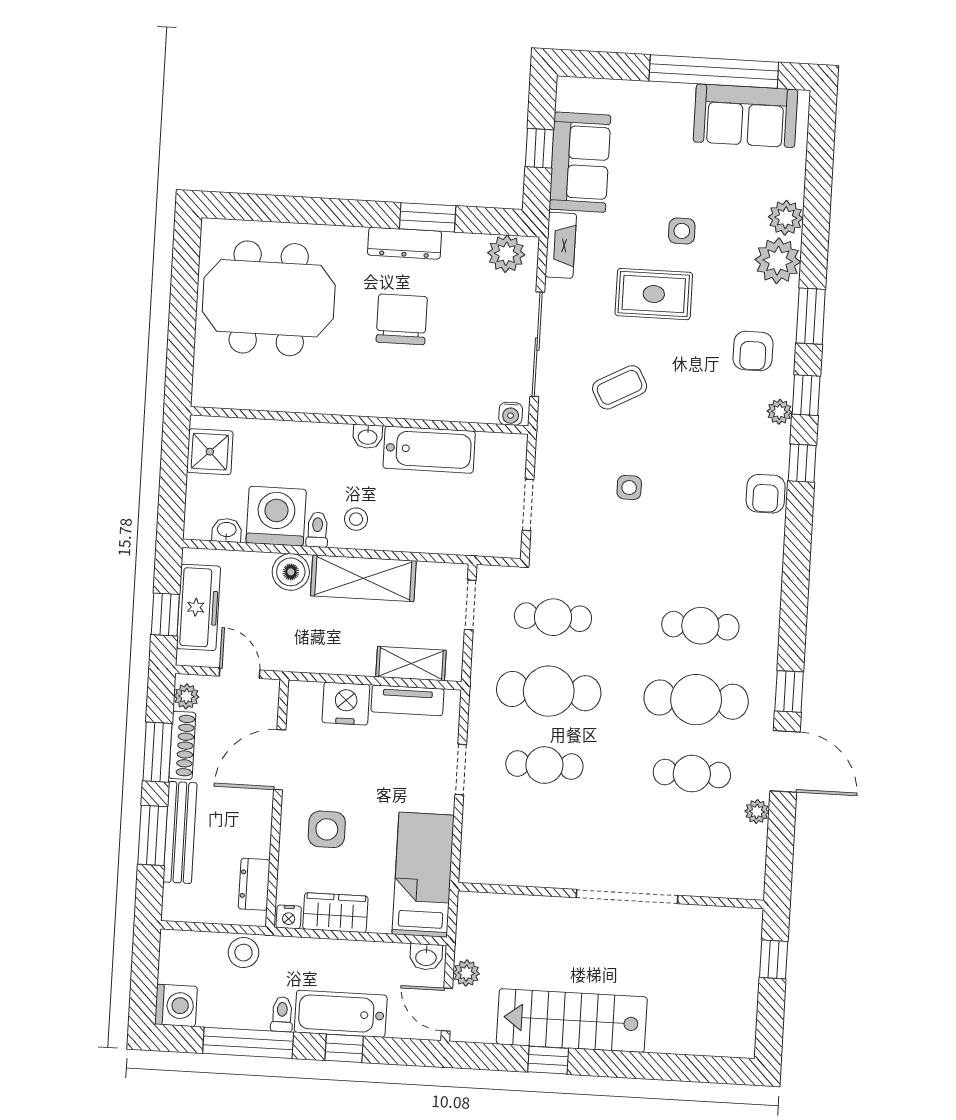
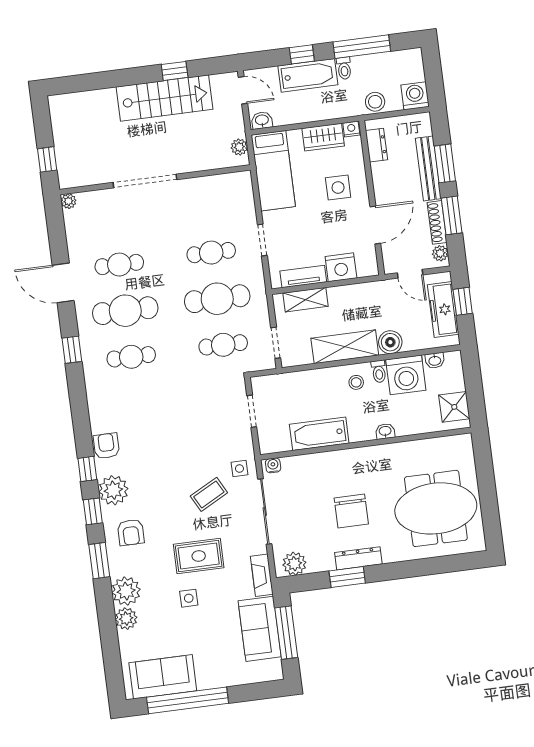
window: (539, 148) -> (286, 633), width x2.17
armchair: (753, 351) -> (131, 532), turned 180
plant: (779, 412) -> (113, 490), width x1.88, depth x1.88
washbasin: (368, 436) -> (385, 431), moved
side table: (629, 488) -> (239, 469), moved
window: (789, 691) -> (72, 350), moved
plant: (757, 812) -> (68, 201), moved
plant: (466, 973) -> (239, 147), moved
washing machine: (176, 1005) -> (415, 96), moved, turned 90

